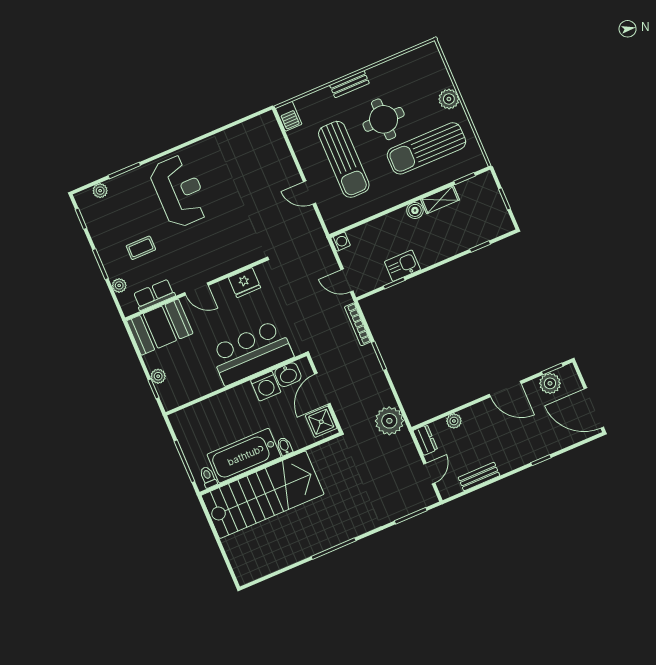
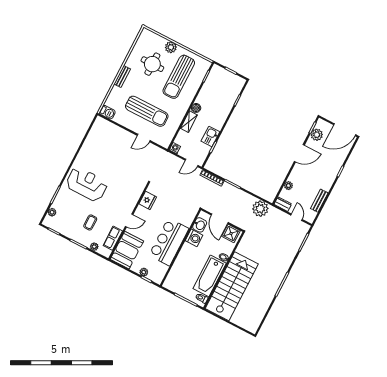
round table: (384, 119) -> (152, 64), moved
shelving: (440, 200) -> (189, 122), moved
bar counter: (252, 353) -> (169, 242), moved

